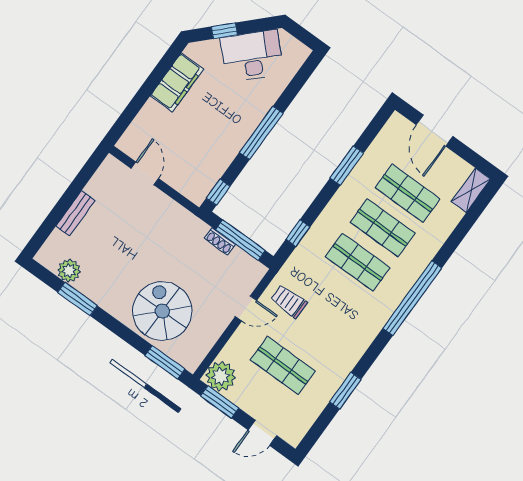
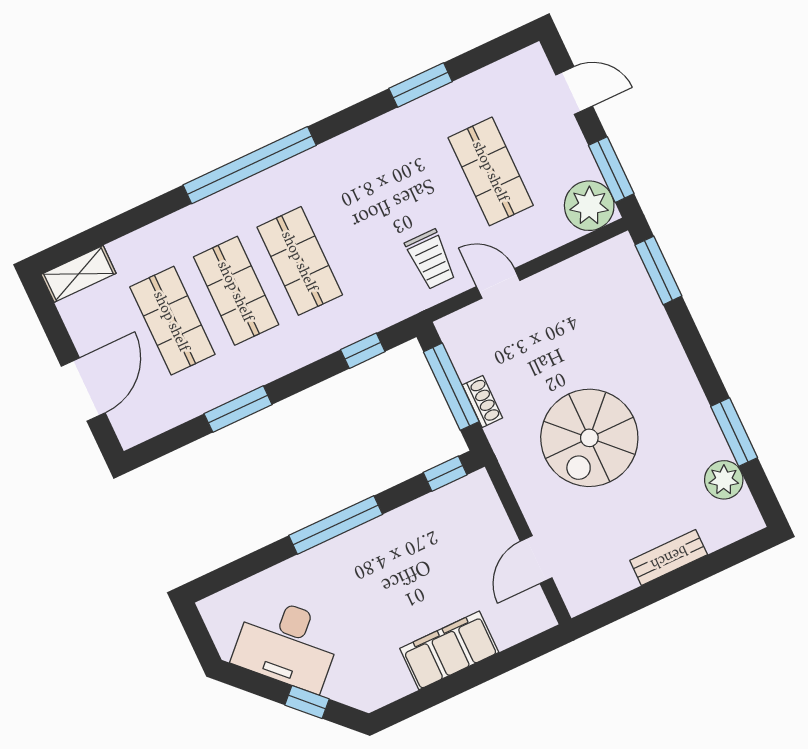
filing cabinet: (177, 82) -> (449, 650), moved
spiral stairs: (162, 311) -> (589, 438), moved

